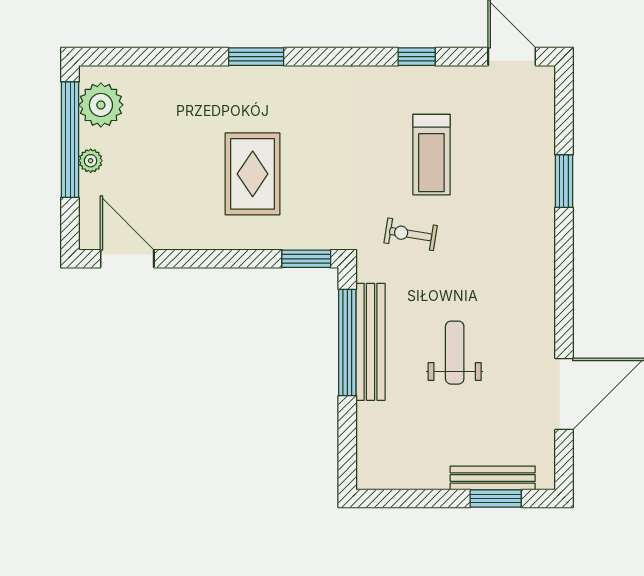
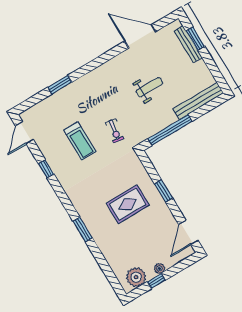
window: (70, 140) -> (156, 281), width x0.32
treadmill: (431, 155) -> (80, 141), turned 90
window: (306, 259) -> (163, 191), moved
bench: (371, 342) -> (198, 101), moved
weight bench: (455, 353) -> (149, 87), turned 180

